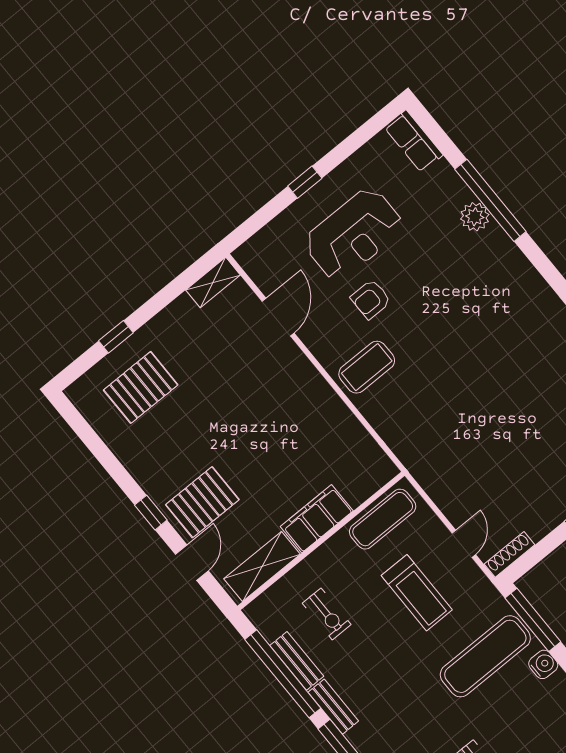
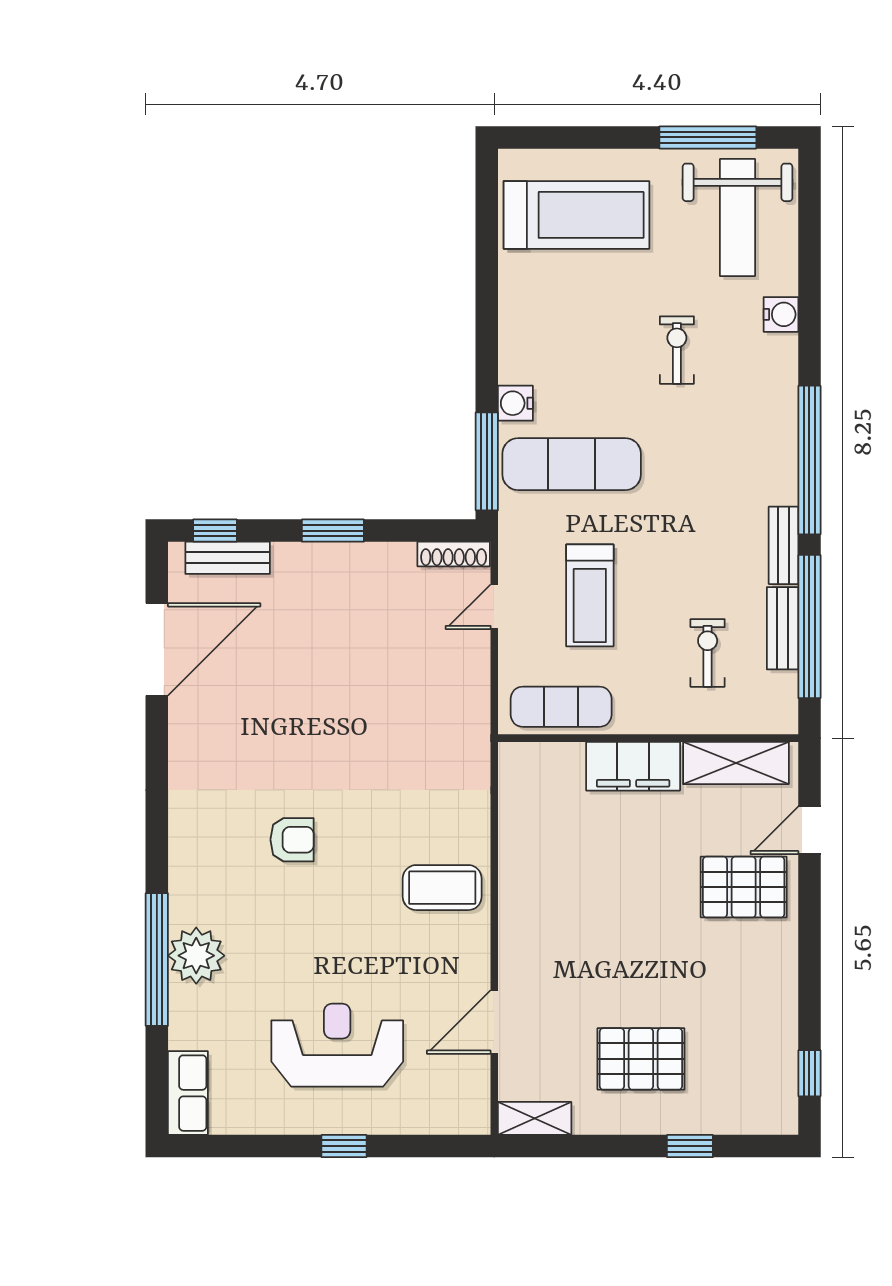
plant: (475, 217) -> (196, 956), width x1.36, depth x1.36
armchair: (371, 299) -> (292, 840), moved
pallet: (141, 387) -> (641, 1059), moved
window: (151, 513) -> (809, 1073), moved
treadmill: (417, 593) -> (590, 595), turned 180

